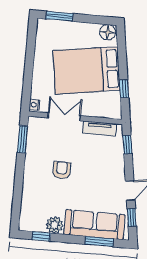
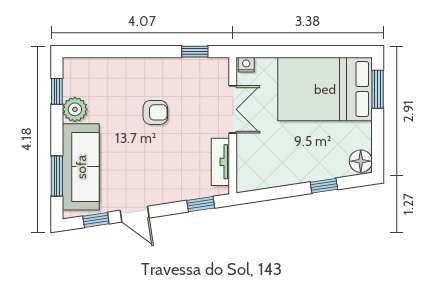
bed: (87, 70) -> (325, 89), moved, turned -81
window: (124, 89) -> (324, 186), moved
window: (22, 139) -> (195, 52), width x0.67

